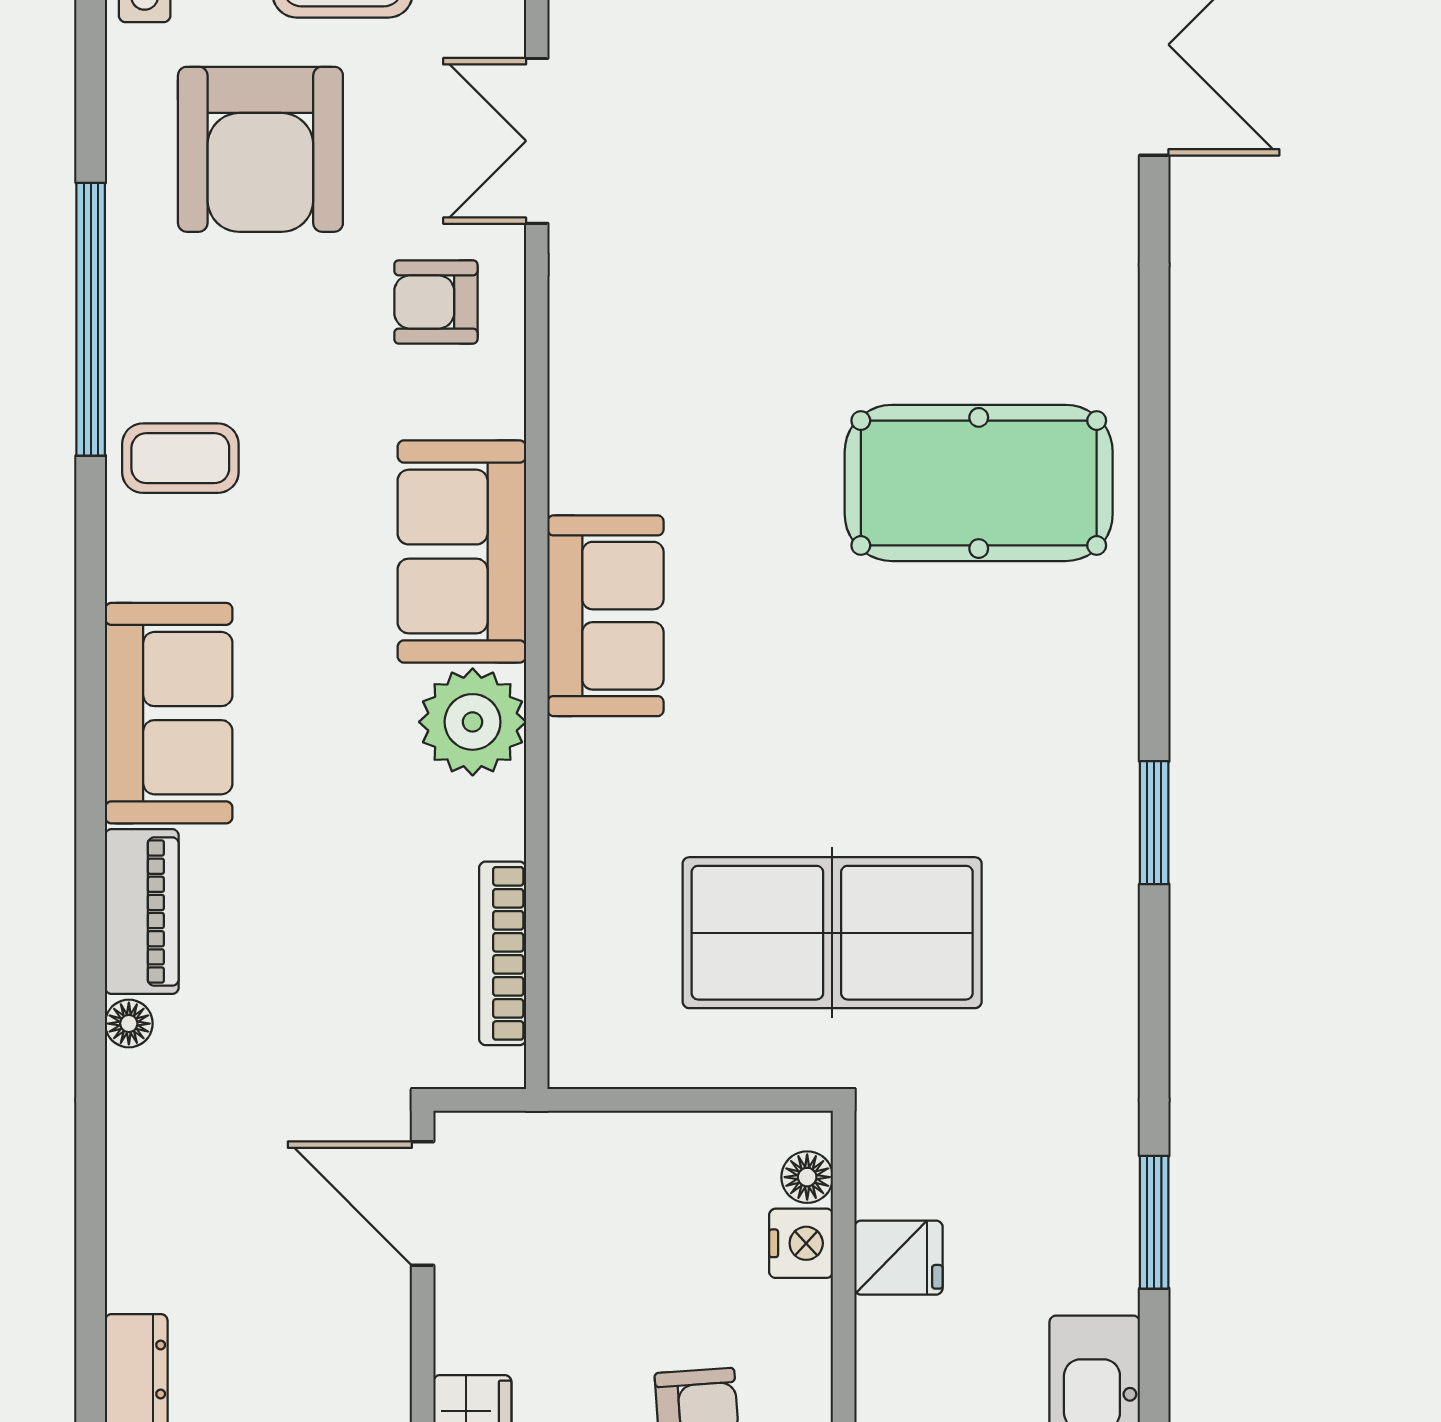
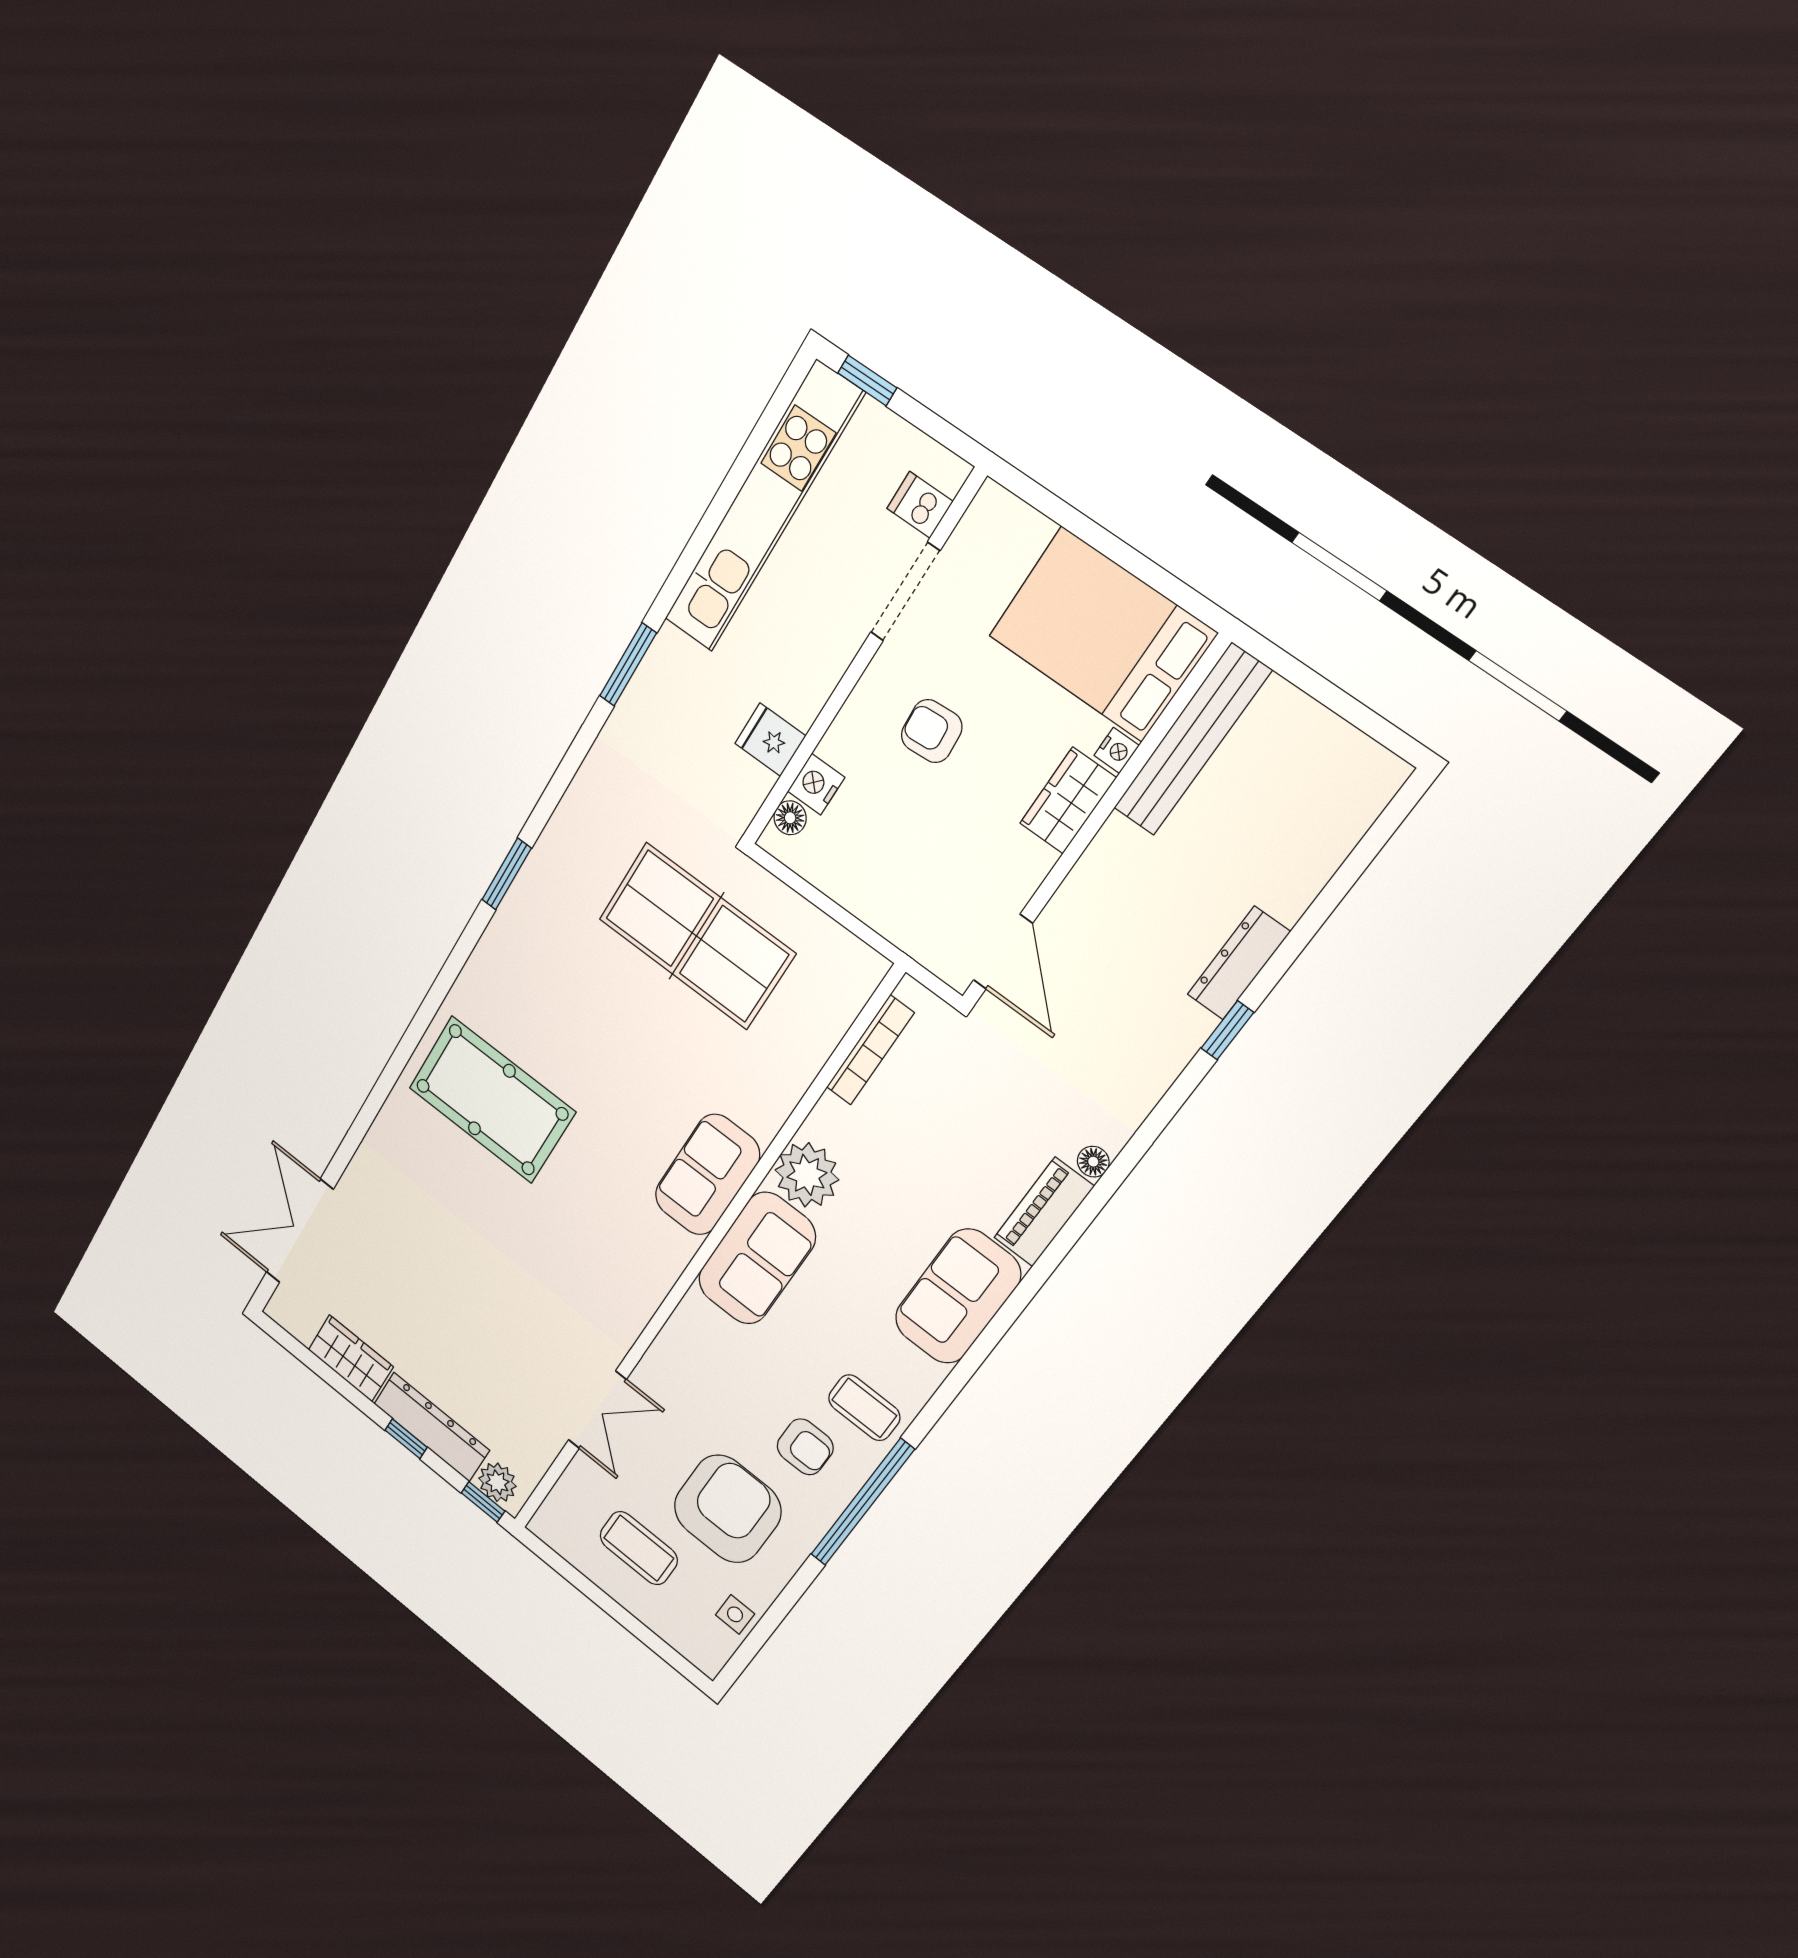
armchair: (436, 302) -> (805, 1447), moved
window: (91, 1305) -> (1227, 1030), added

